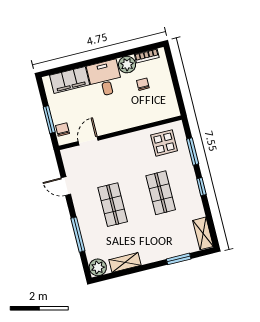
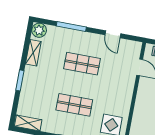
door: (66, 186) -> (113, 34), swing flipped
window: (179, 259) -> (20, 80), moved

